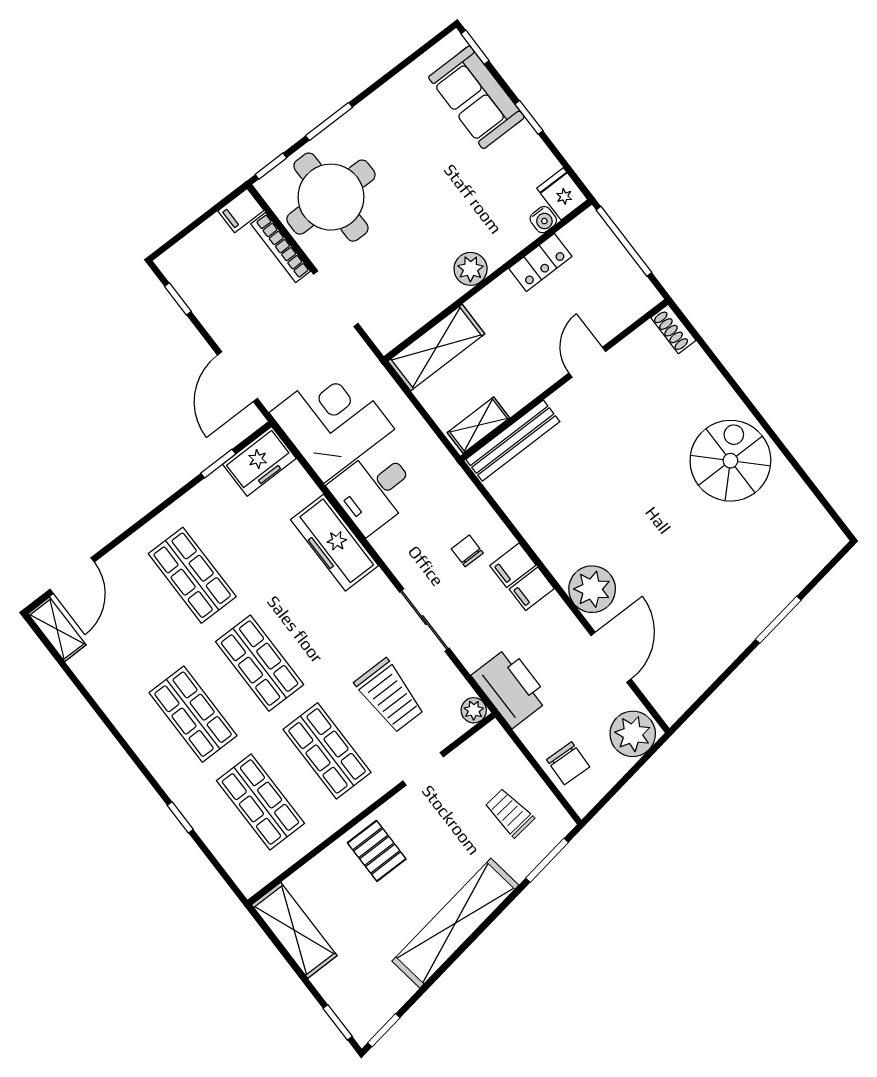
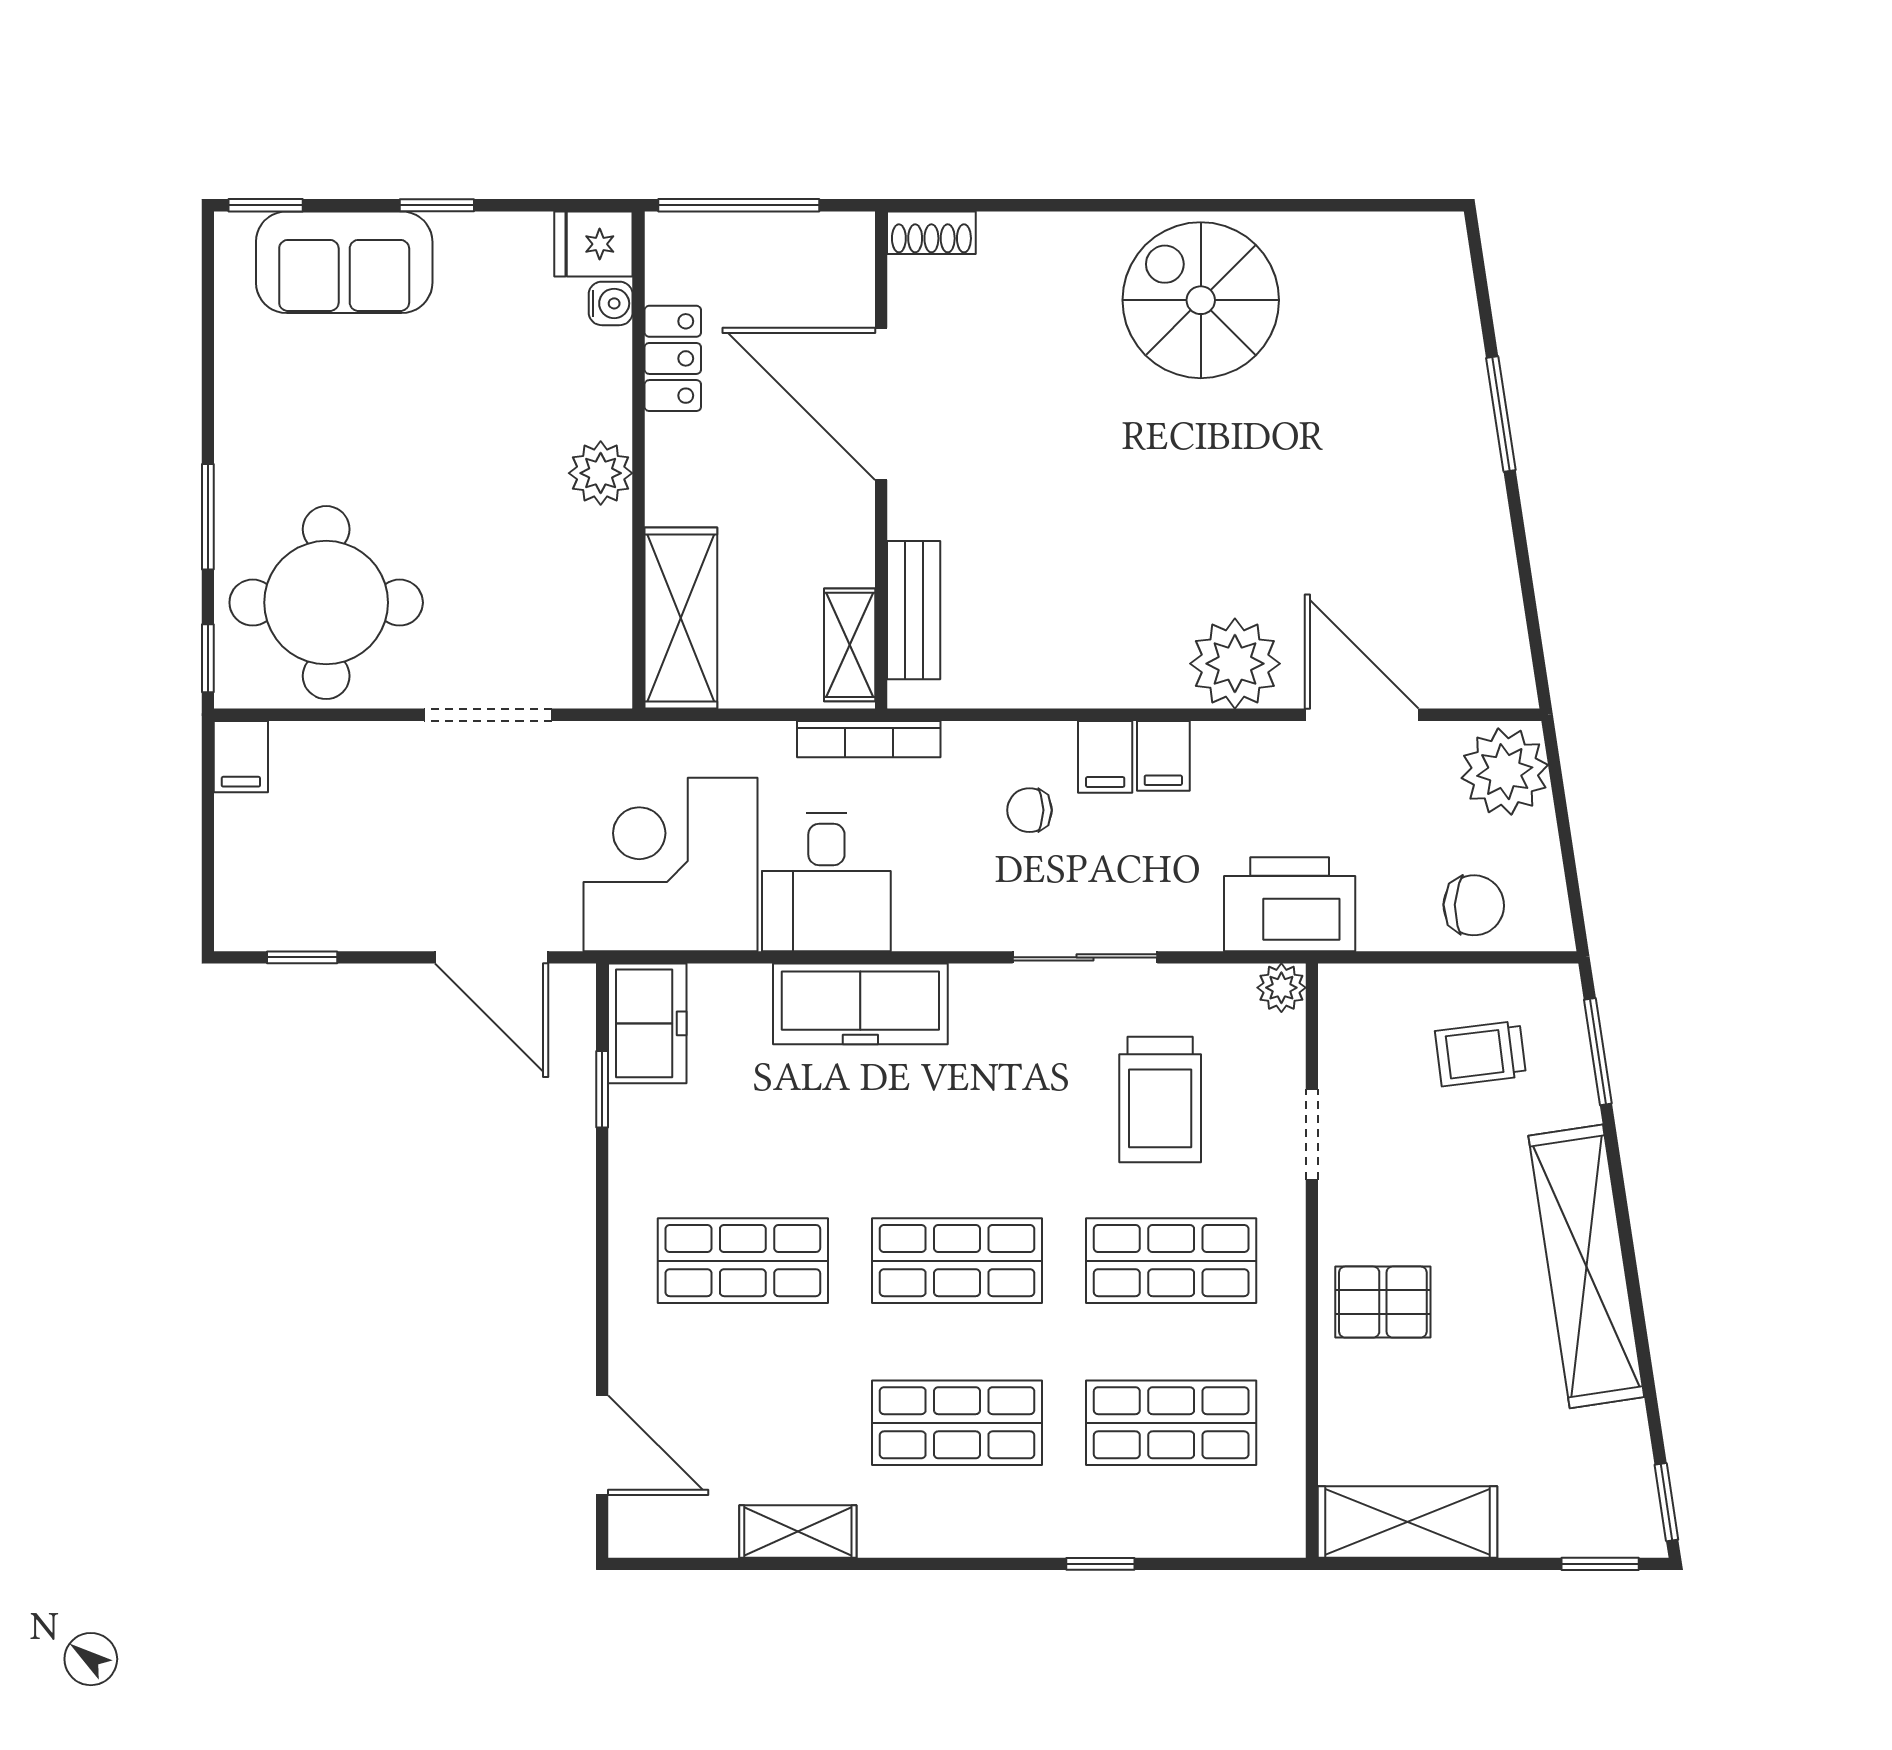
bookcase: (281, 247) -> (869, 739), moved
door: (587, 362) -> (881, 404), width x1.88
bench: (513, 441) -> (914, 610), width x0.73
shelving: (57, 629) -> (798, 1531), moved
trolley: (390, 696) -> (1160, 1100), turned 90

